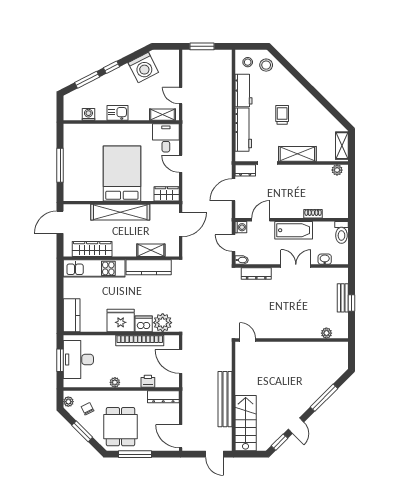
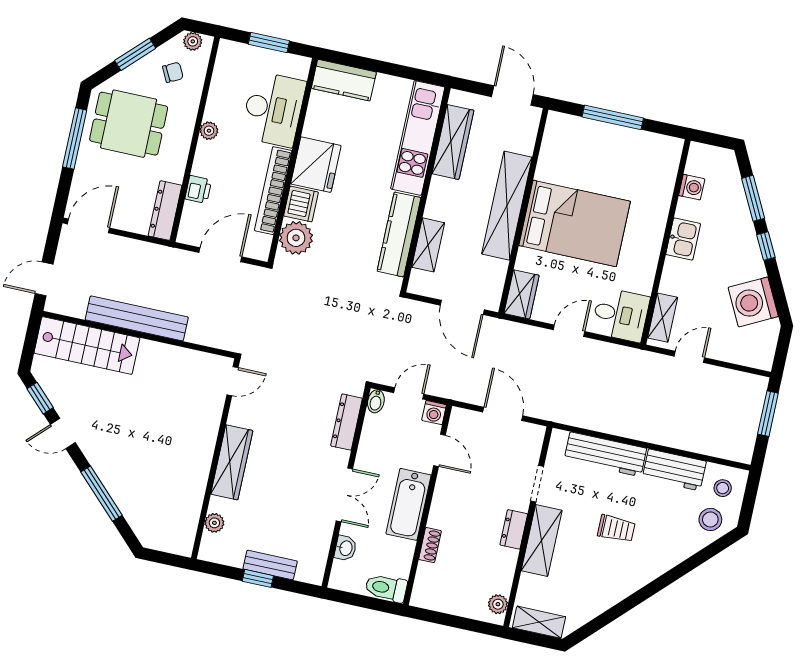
dresser: (245, 170) -> (514, 529), moved
wardrobe: (292, 331) -> (232, 462), added
desk: (78, 360) -> (273, 109), moved, turned 90

